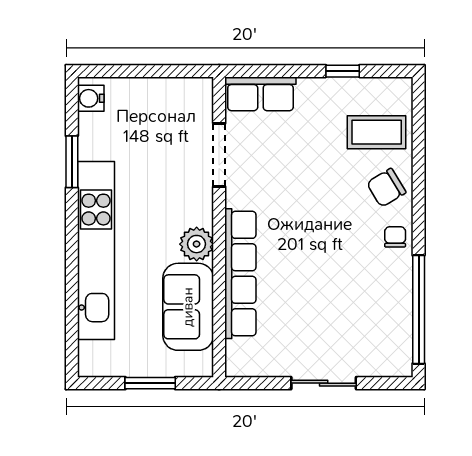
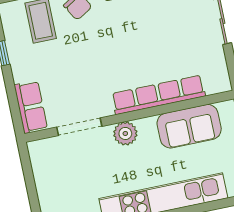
plant: (197, 244) -> (125, 133), moved

